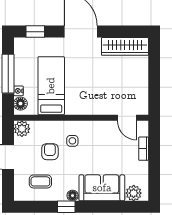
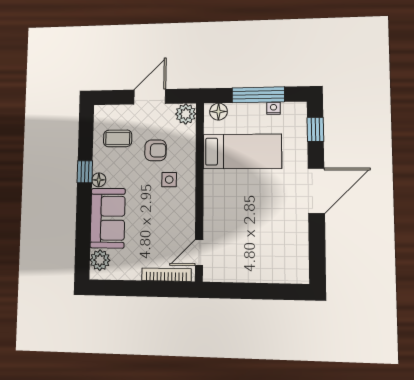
wardrobe: (125, 46) -> (296, 251), removed
nightstand: (19, 91) -> (273, 108), moved
bookcase: (144, 149) -> (166, 275), width x1.56
coffee table: (40, 181) -> (118, 138), turned 90

